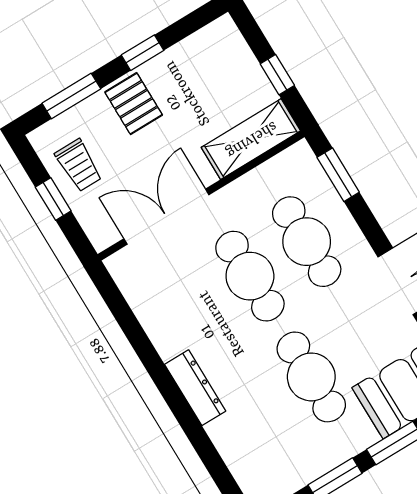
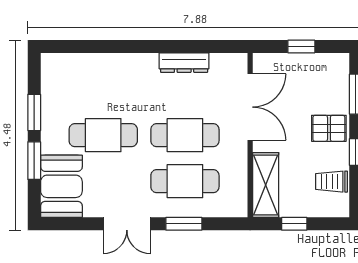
trolley: (79, 165) -> (332, 182), moved
window: (338, 175) -> (184, 224), moved
dresser: (195, 388) -> (184, 63), moved

